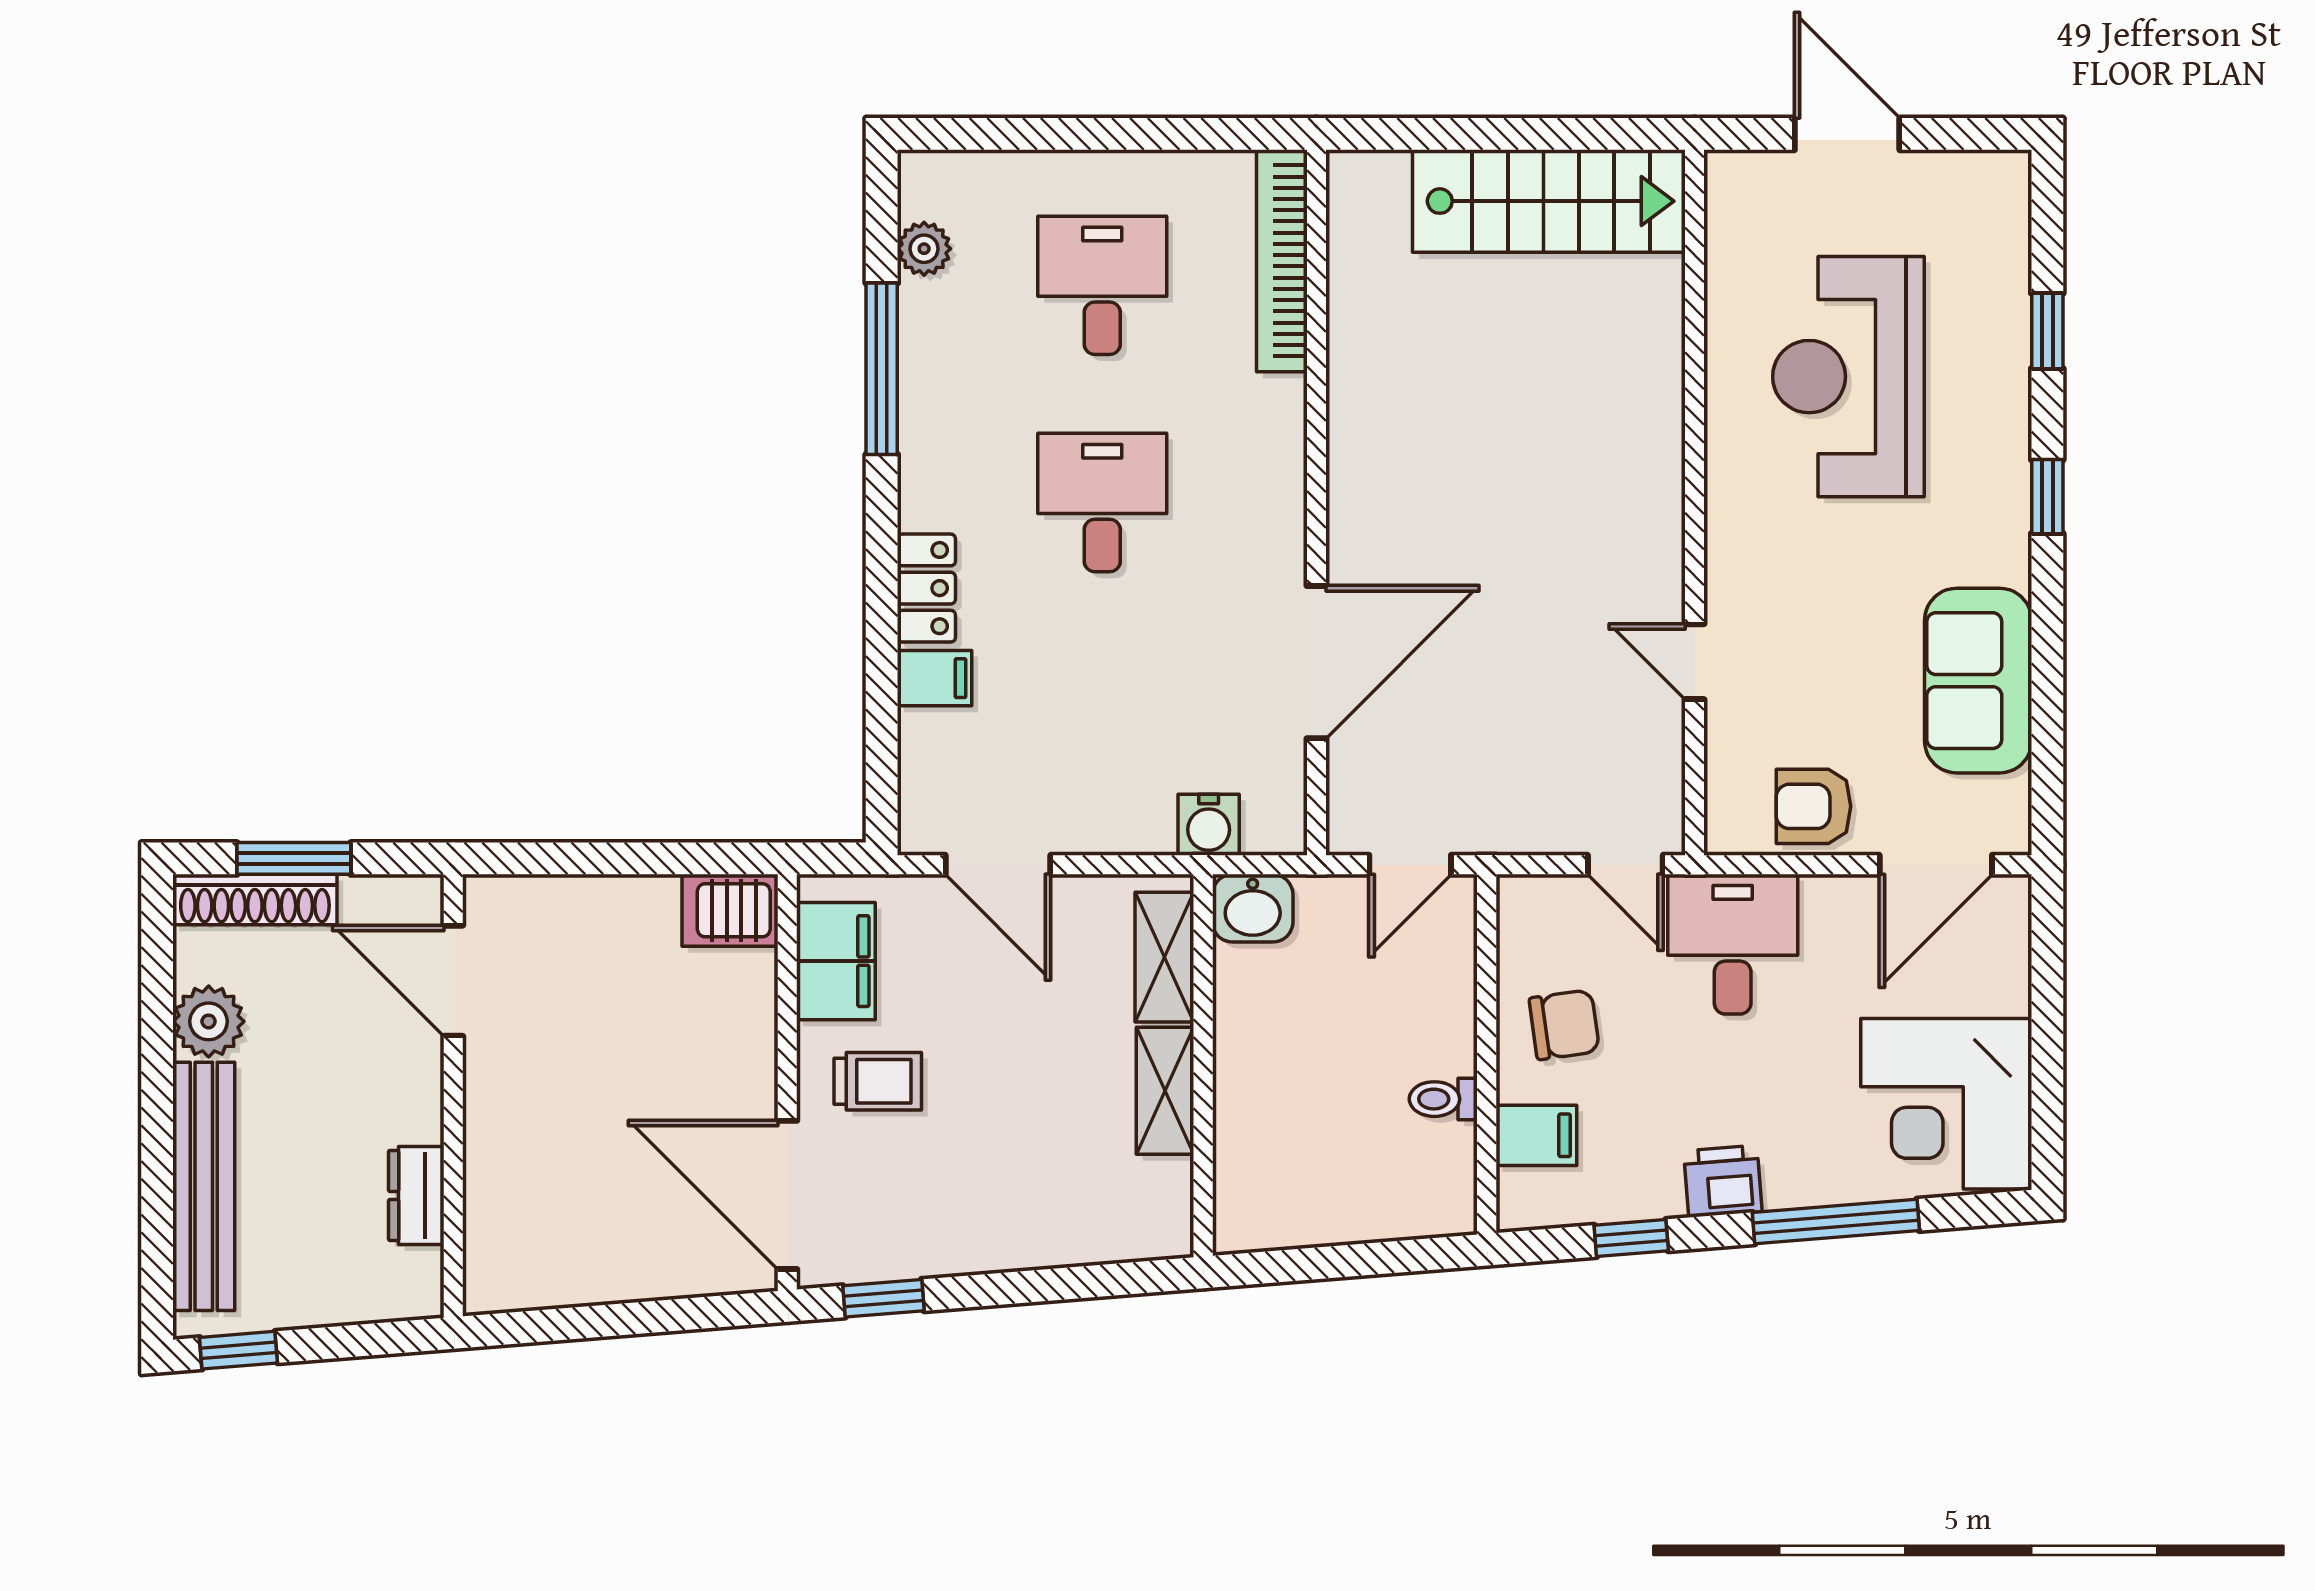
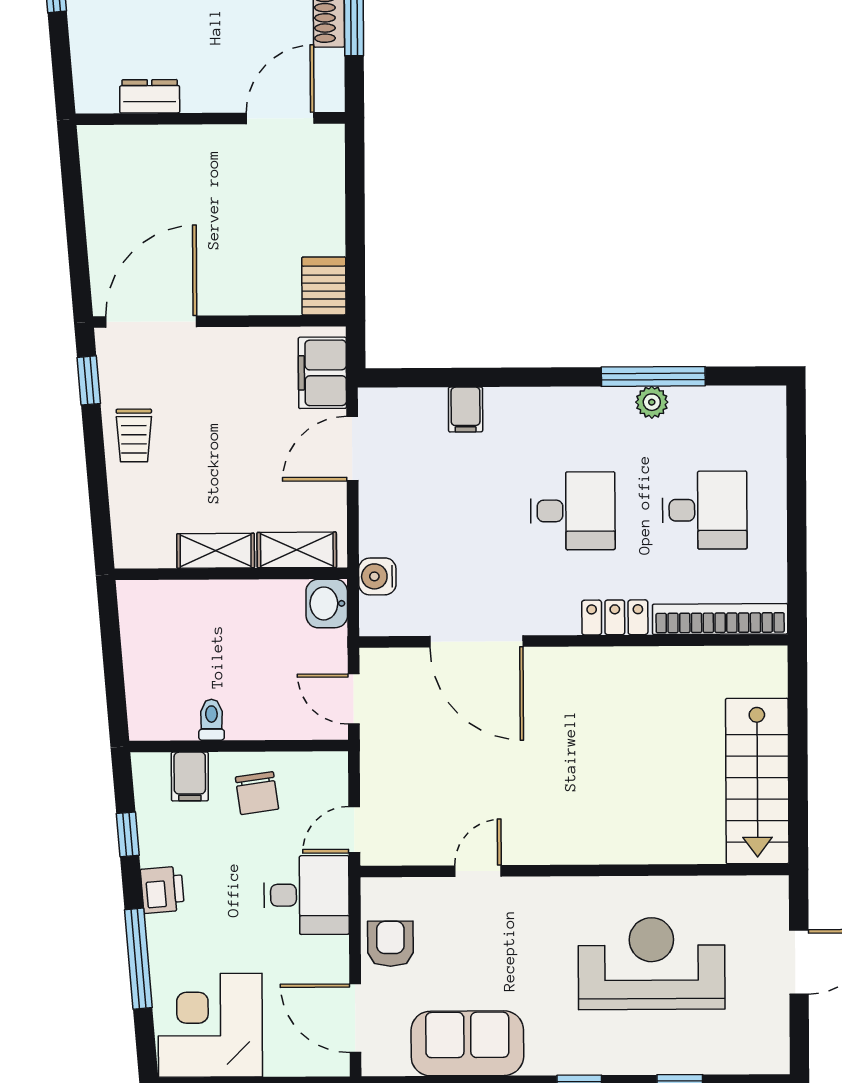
plant: (924, 249) -> (652, 402), moved
locker: (926, 588) -> (615, 617), moved, turned 180
filing cabinet: (836, 961) -> (322, 373), moved, turned 90
trolley: (878, 1081) -> (134, 435), moved

